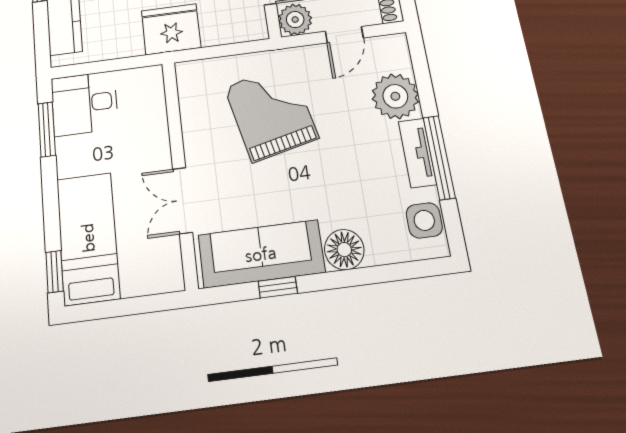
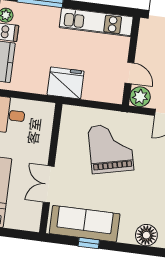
floor lamp: (344, 250) -> (146, 235), moved

